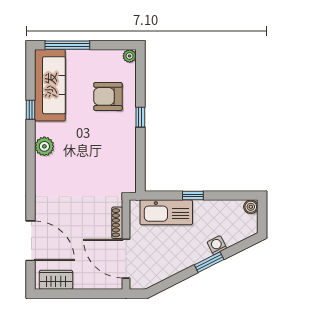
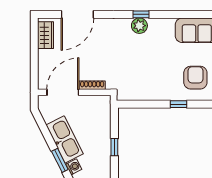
window: (31, 110) -> (141, 14), moved
plant: (44, 146) -> (139, 26), moved
kitchen sink: (166, 212) -> (65, 139), moved, turned 153

